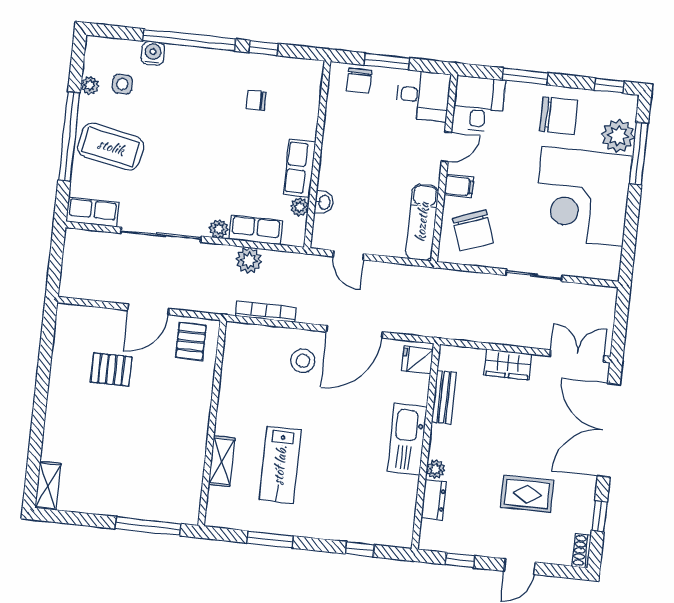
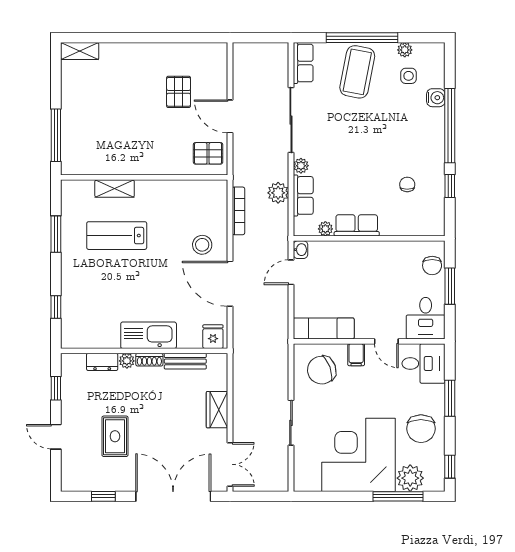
chair: (359, 80) -> (432, 265), turned -90
washbasin: (324, 202) -> (300, 250), moved, turned -90
shoe rack: (582, 551) -> (149, 360), moved, turned 180

